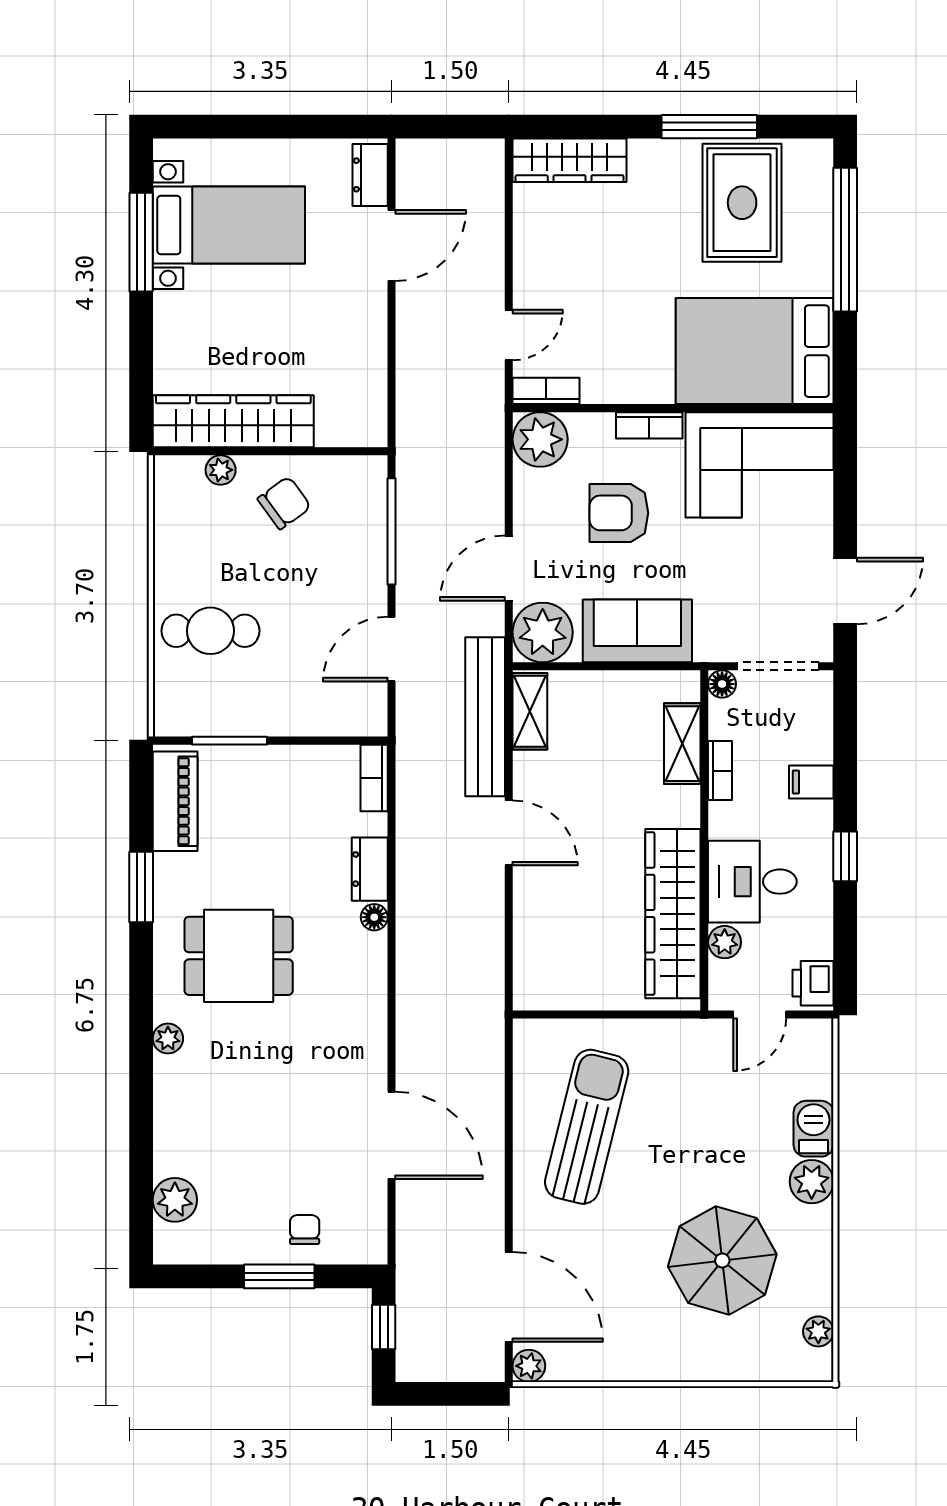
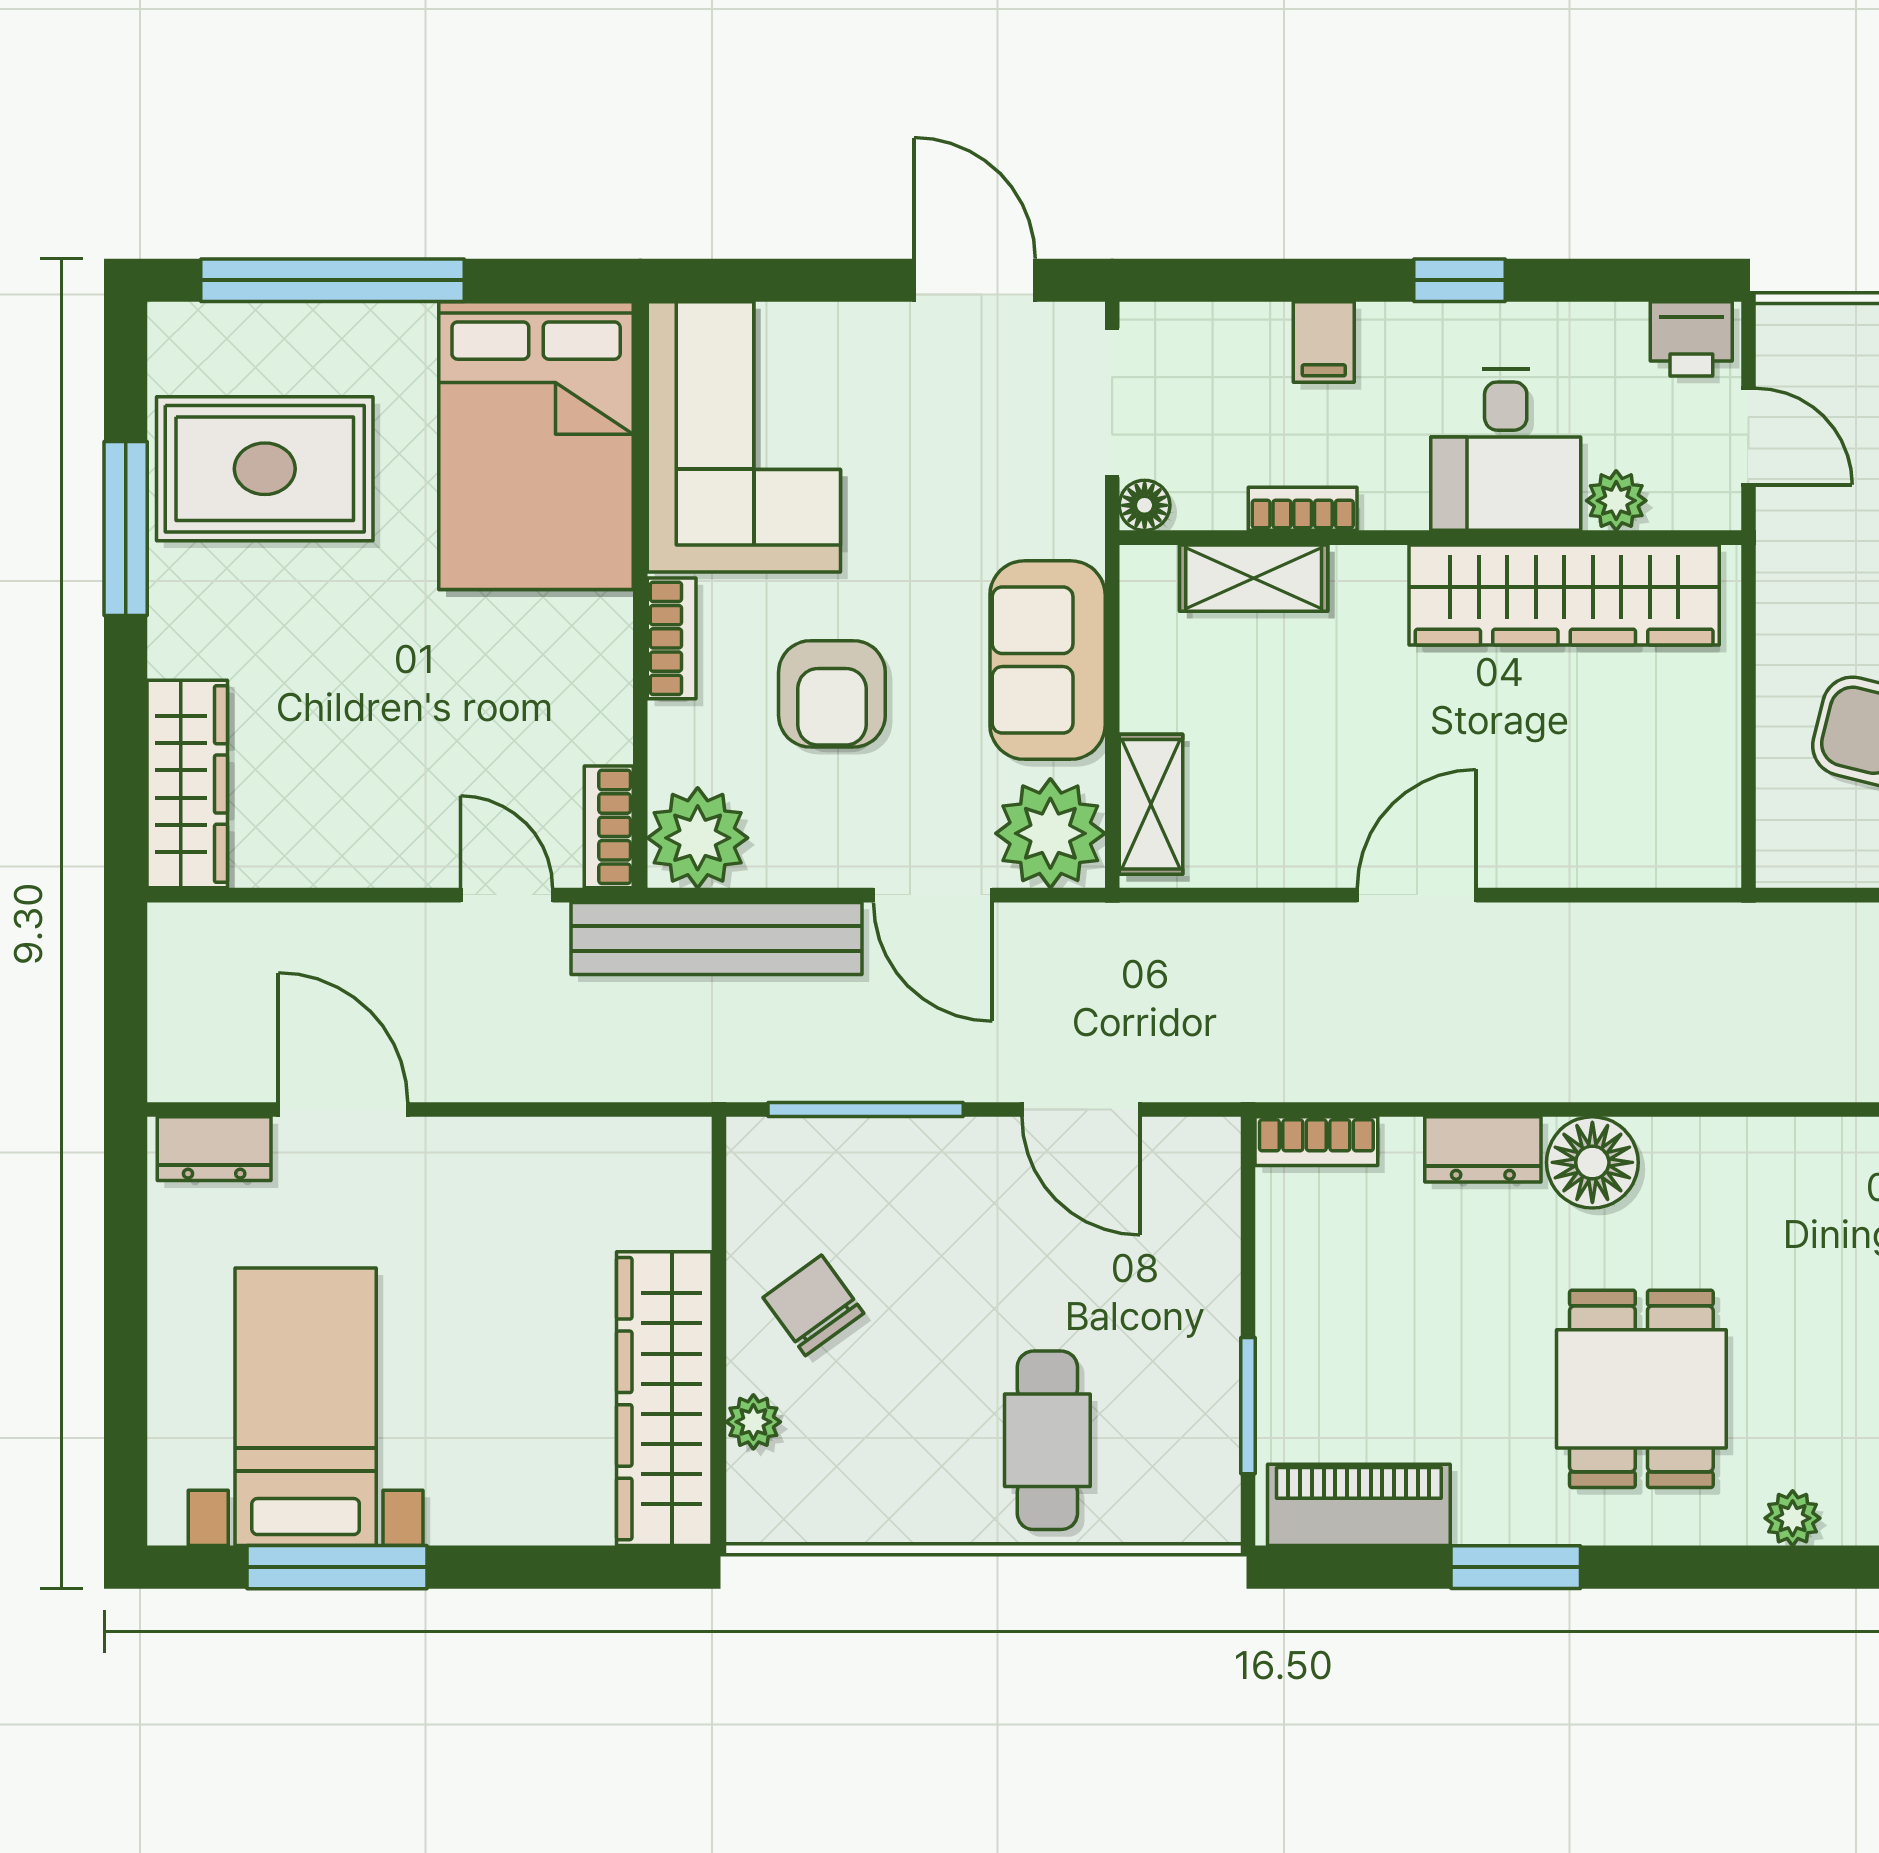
shelving: (530, 711) -> (1151, 804), moved, turned 90
bench: (485, 717) -> (716, 938), moved
floor lamp: (374, 917) -> (1592, 1162), width x1.89, depth x1.89

